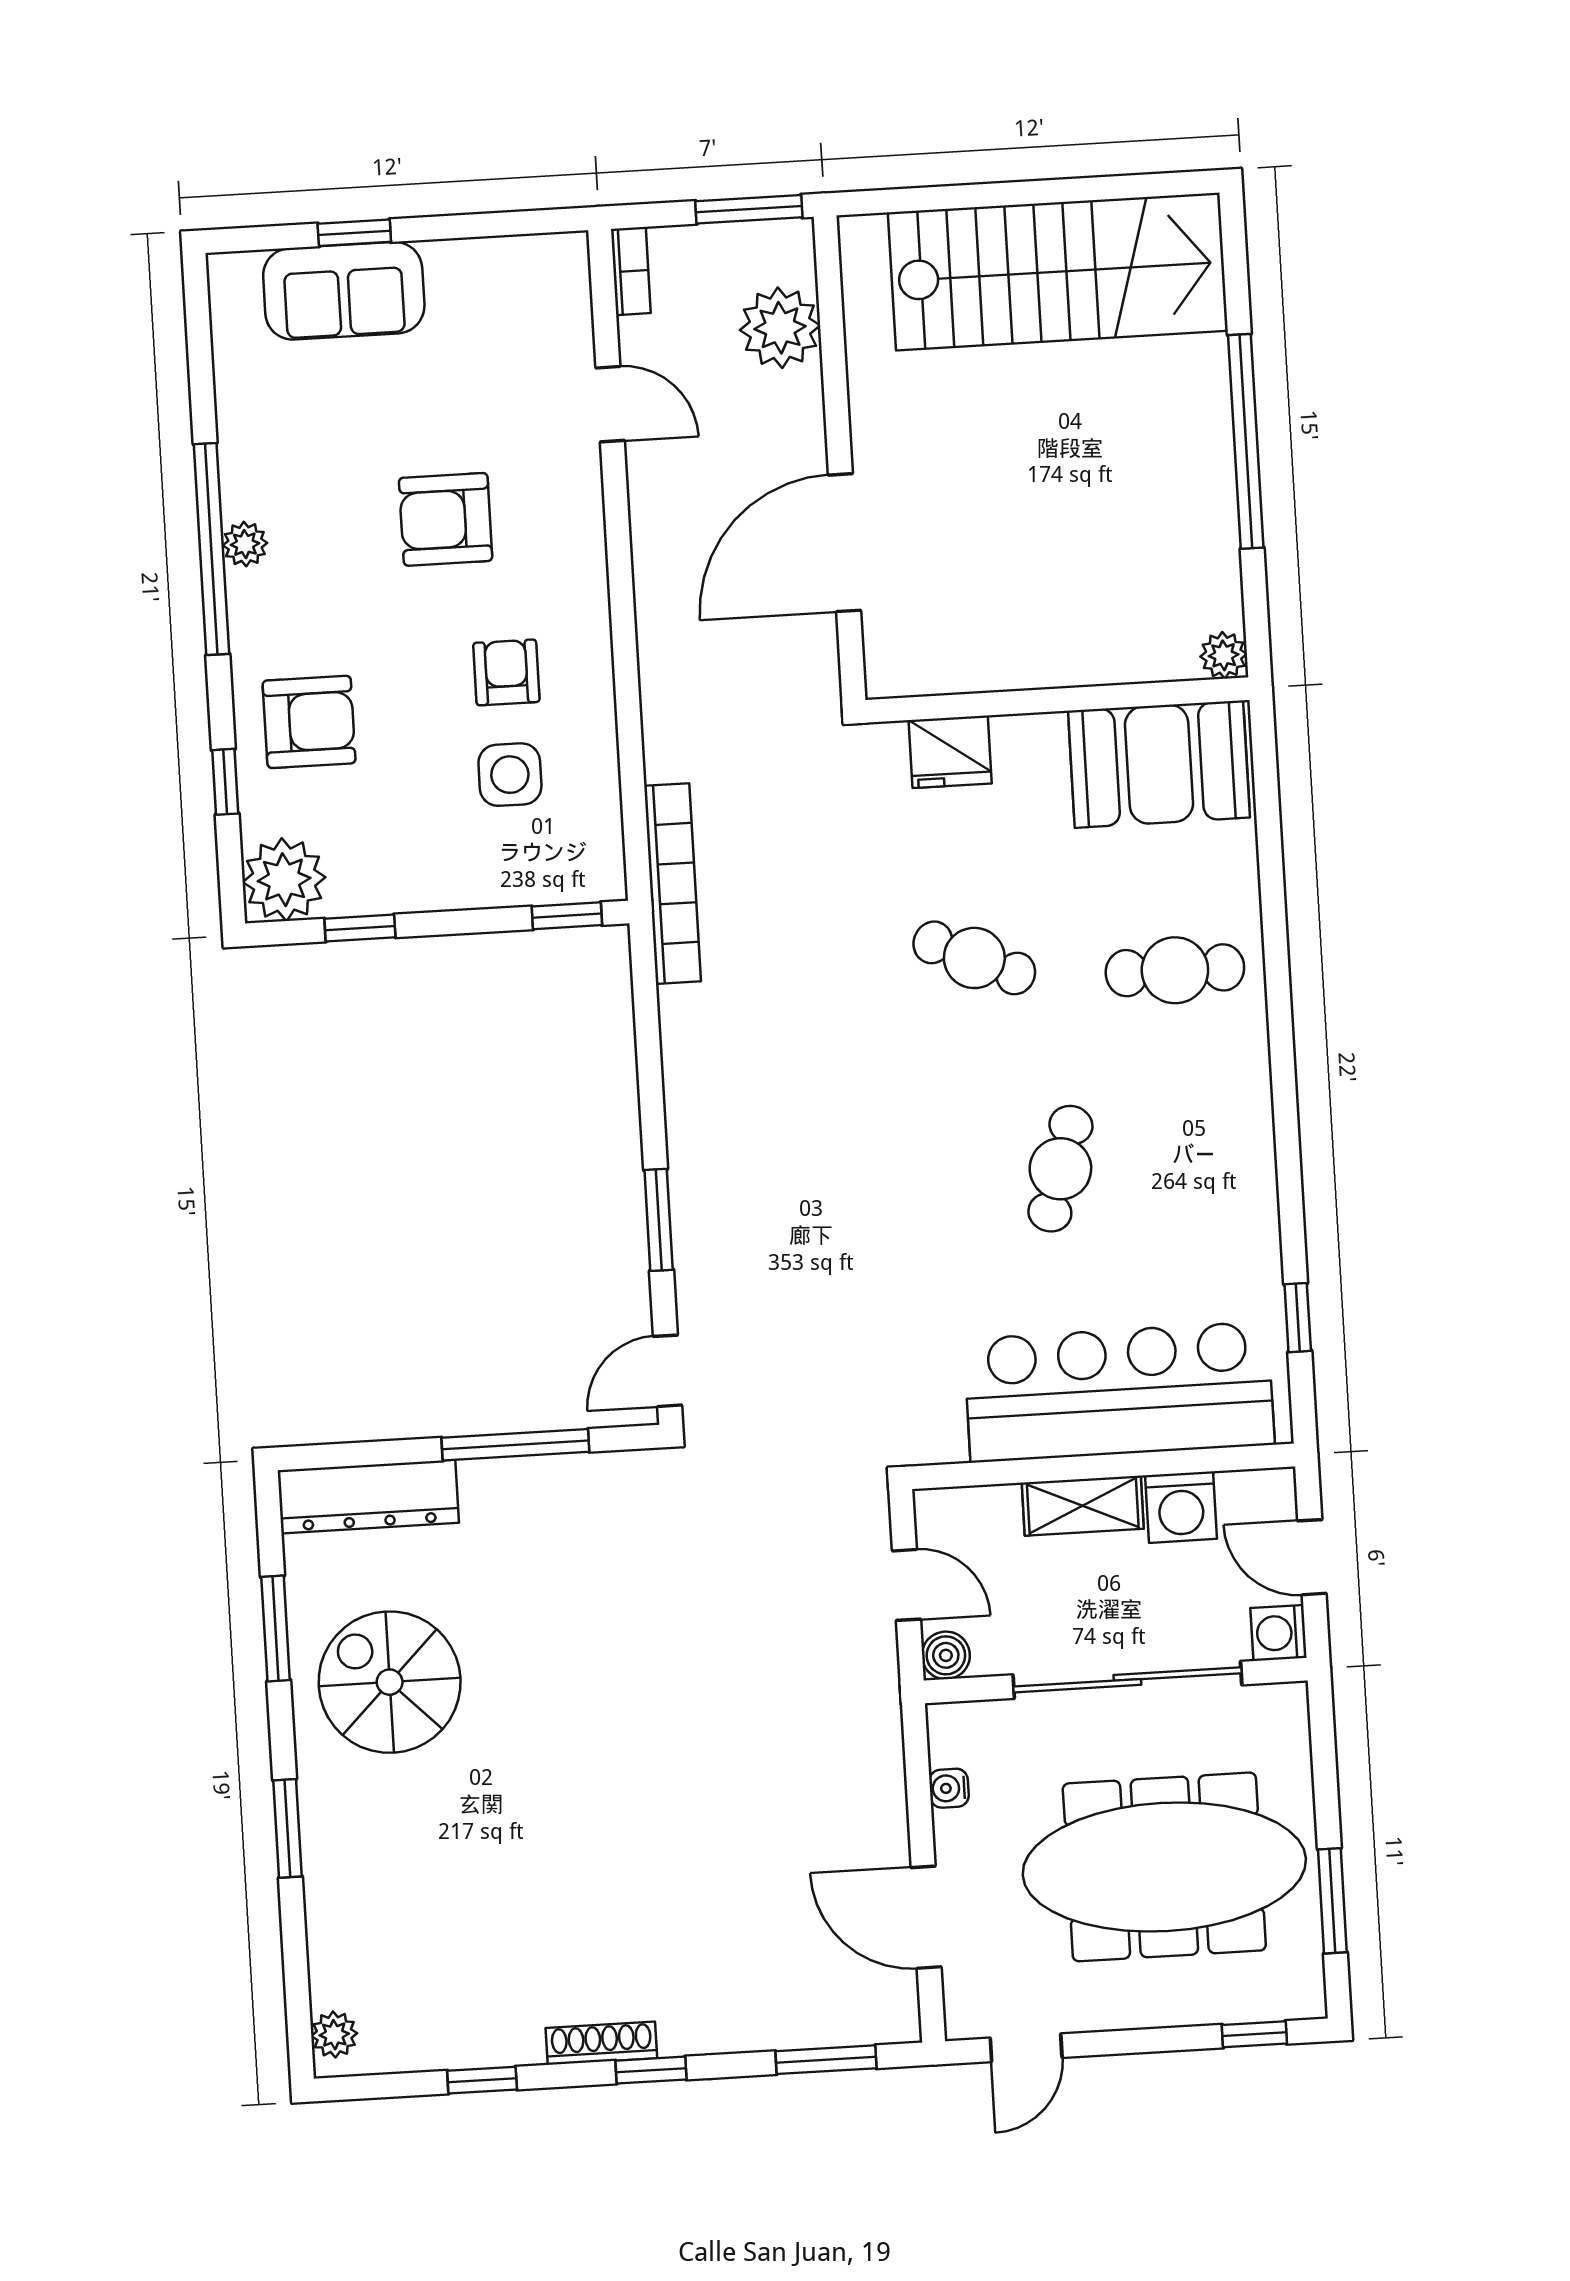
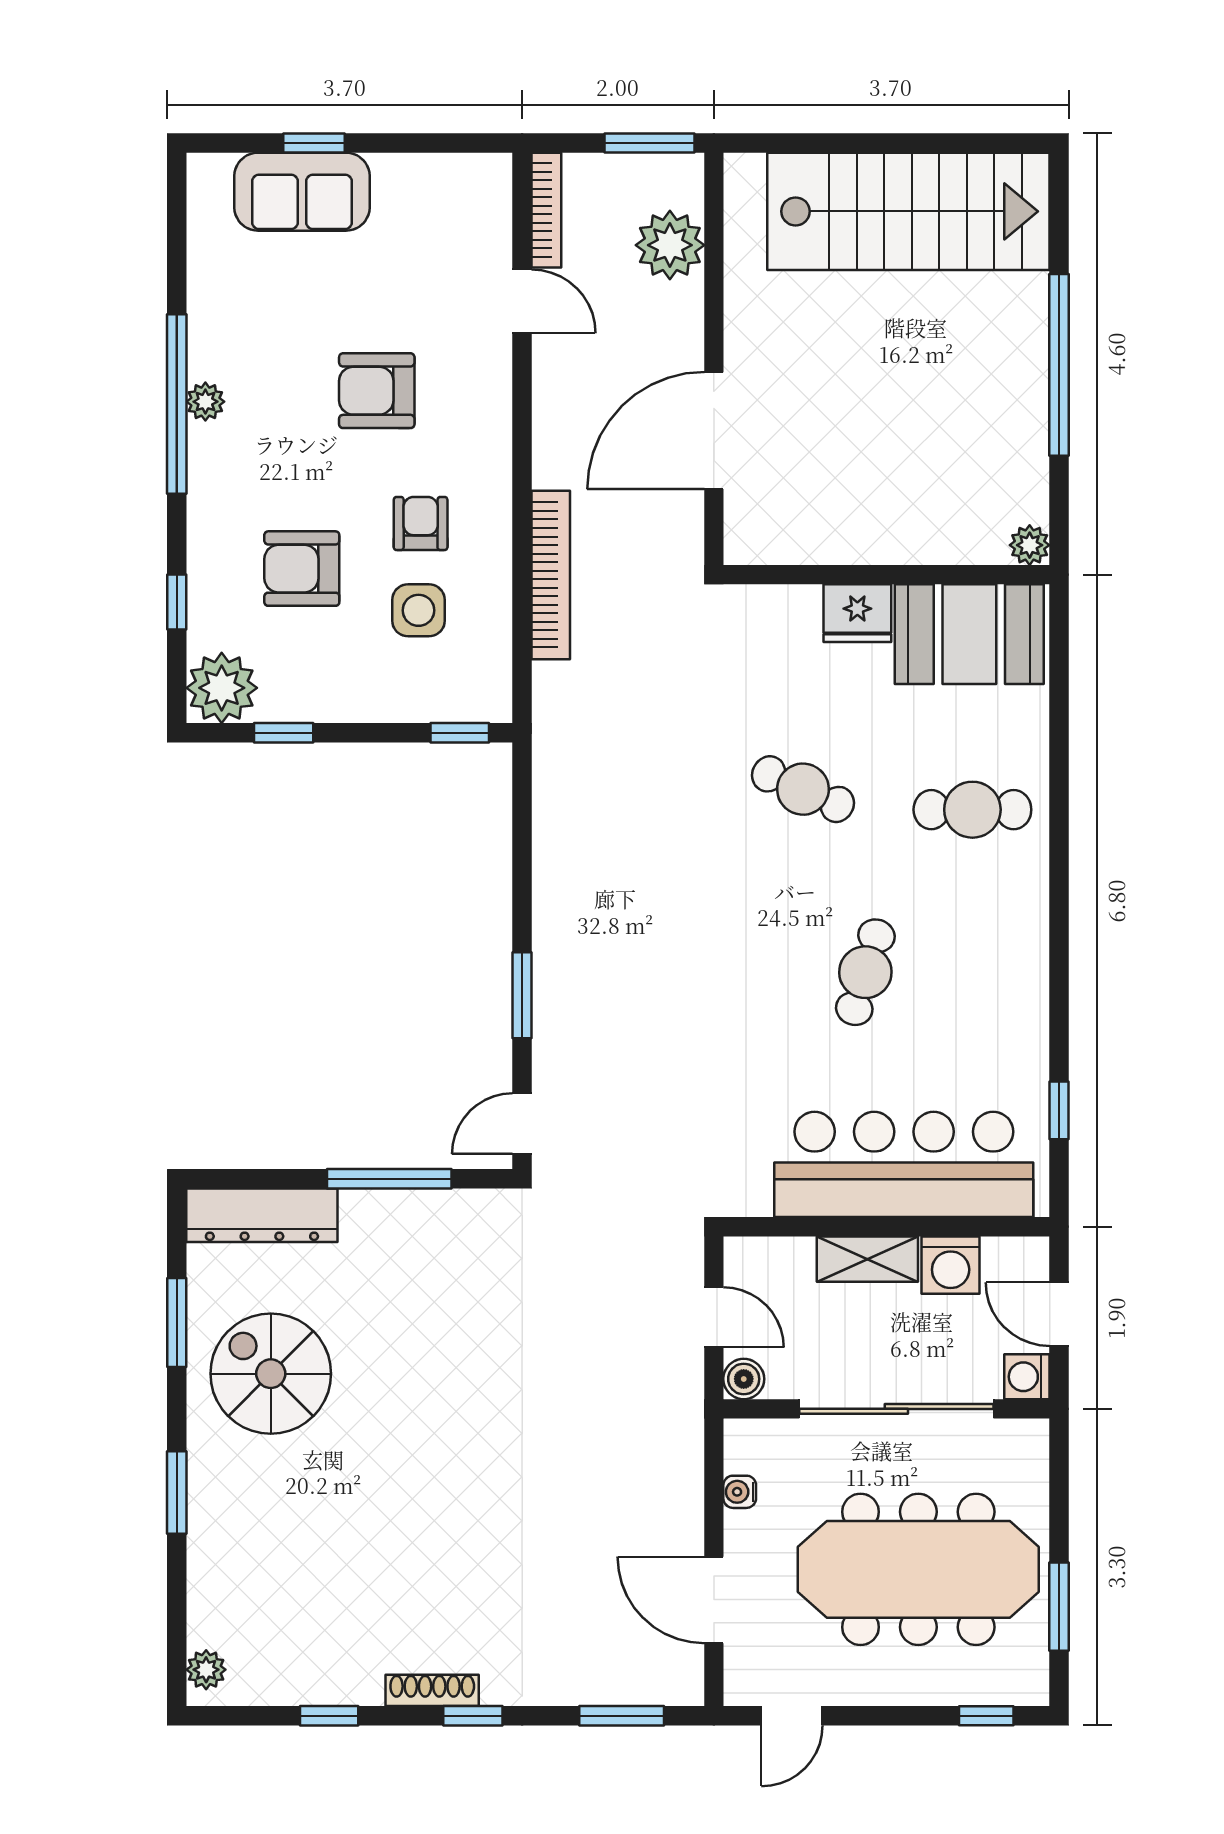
bookcase: (631, 271) -> (546, 210), width x1.56
armchair: (309, 722) -> (302, 569), moved, turned 180
fridge: (950, 752) -> (857, 613), moved
bookcase: (672, 884) -> (551, 575), moved

